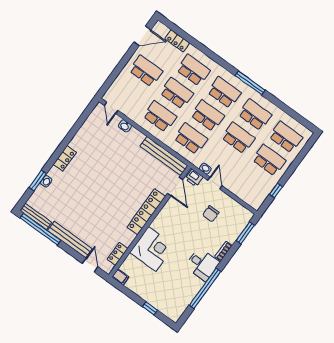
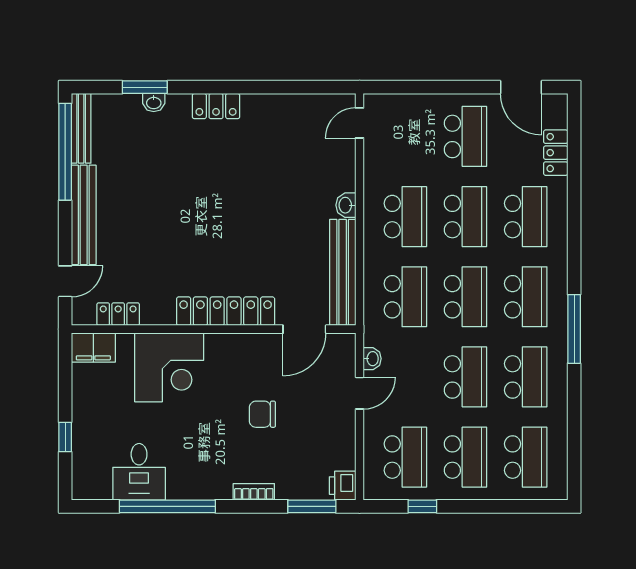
washbasin: (125, 126) -> (346, 205), moved
printer: (194, 178) -> (343, 486), moved
school desk: (252, 183) -> (405, 457), added
chair: (211, 214) -> (262, 414), moved
desk: (202, 264) -> (139, 472), moved
filing cabinet: (120, 277) -> (93, 348), width x2.00

